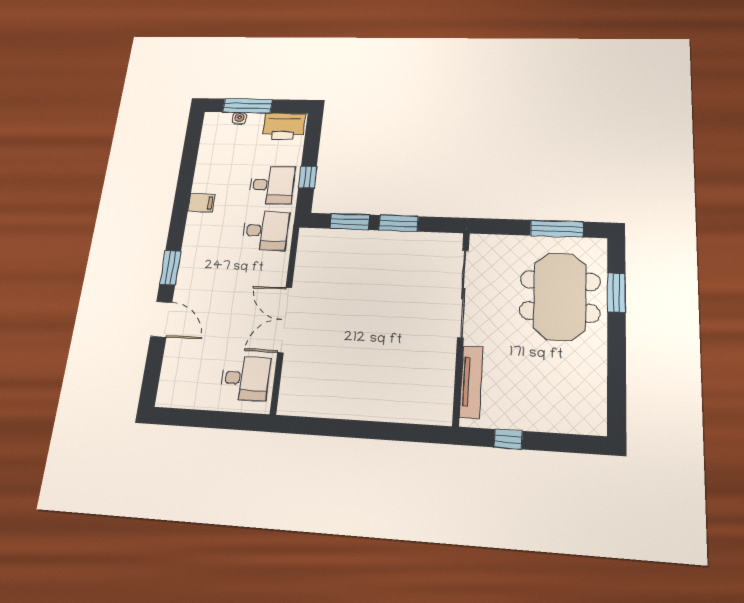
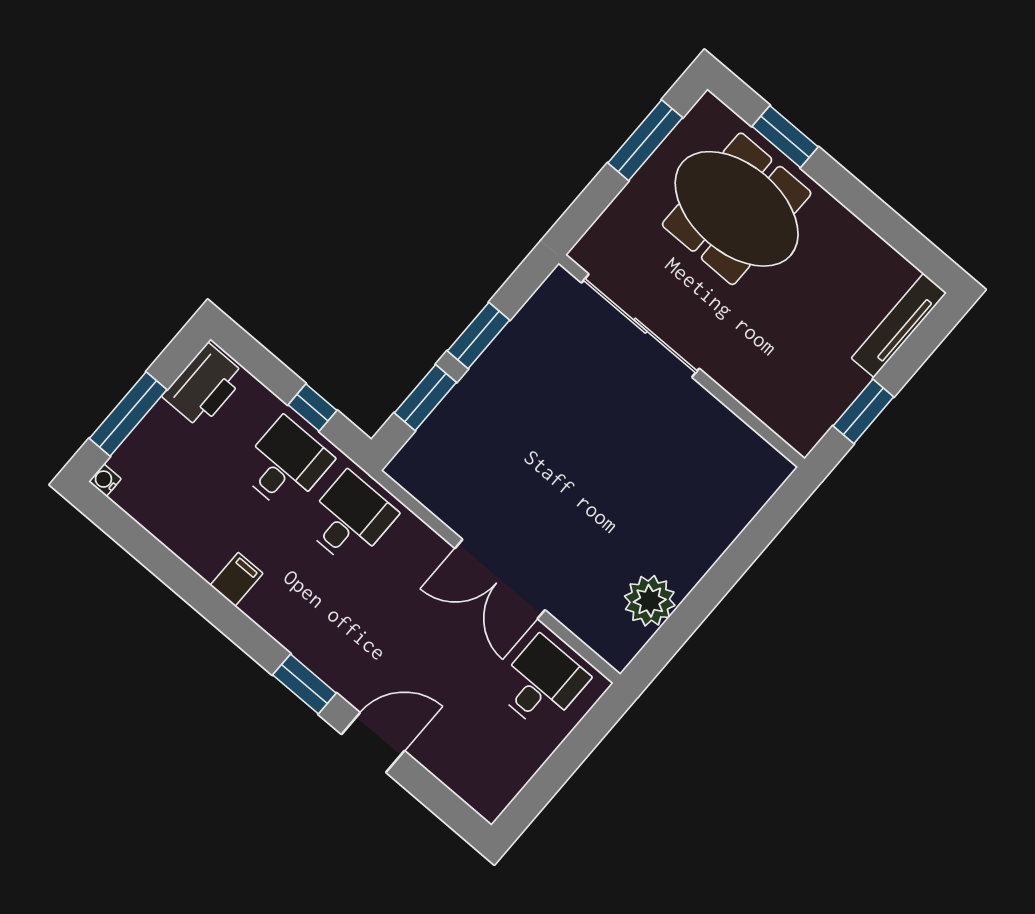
water cooler: (239, 118) -> (105, 480), moved
tv unit: (471, 382) -> (899, 325), moved, turned -90
plant: (325, 401) -> (650, 601), added
window: (508, 439) -> (863, 411), width x1.50

